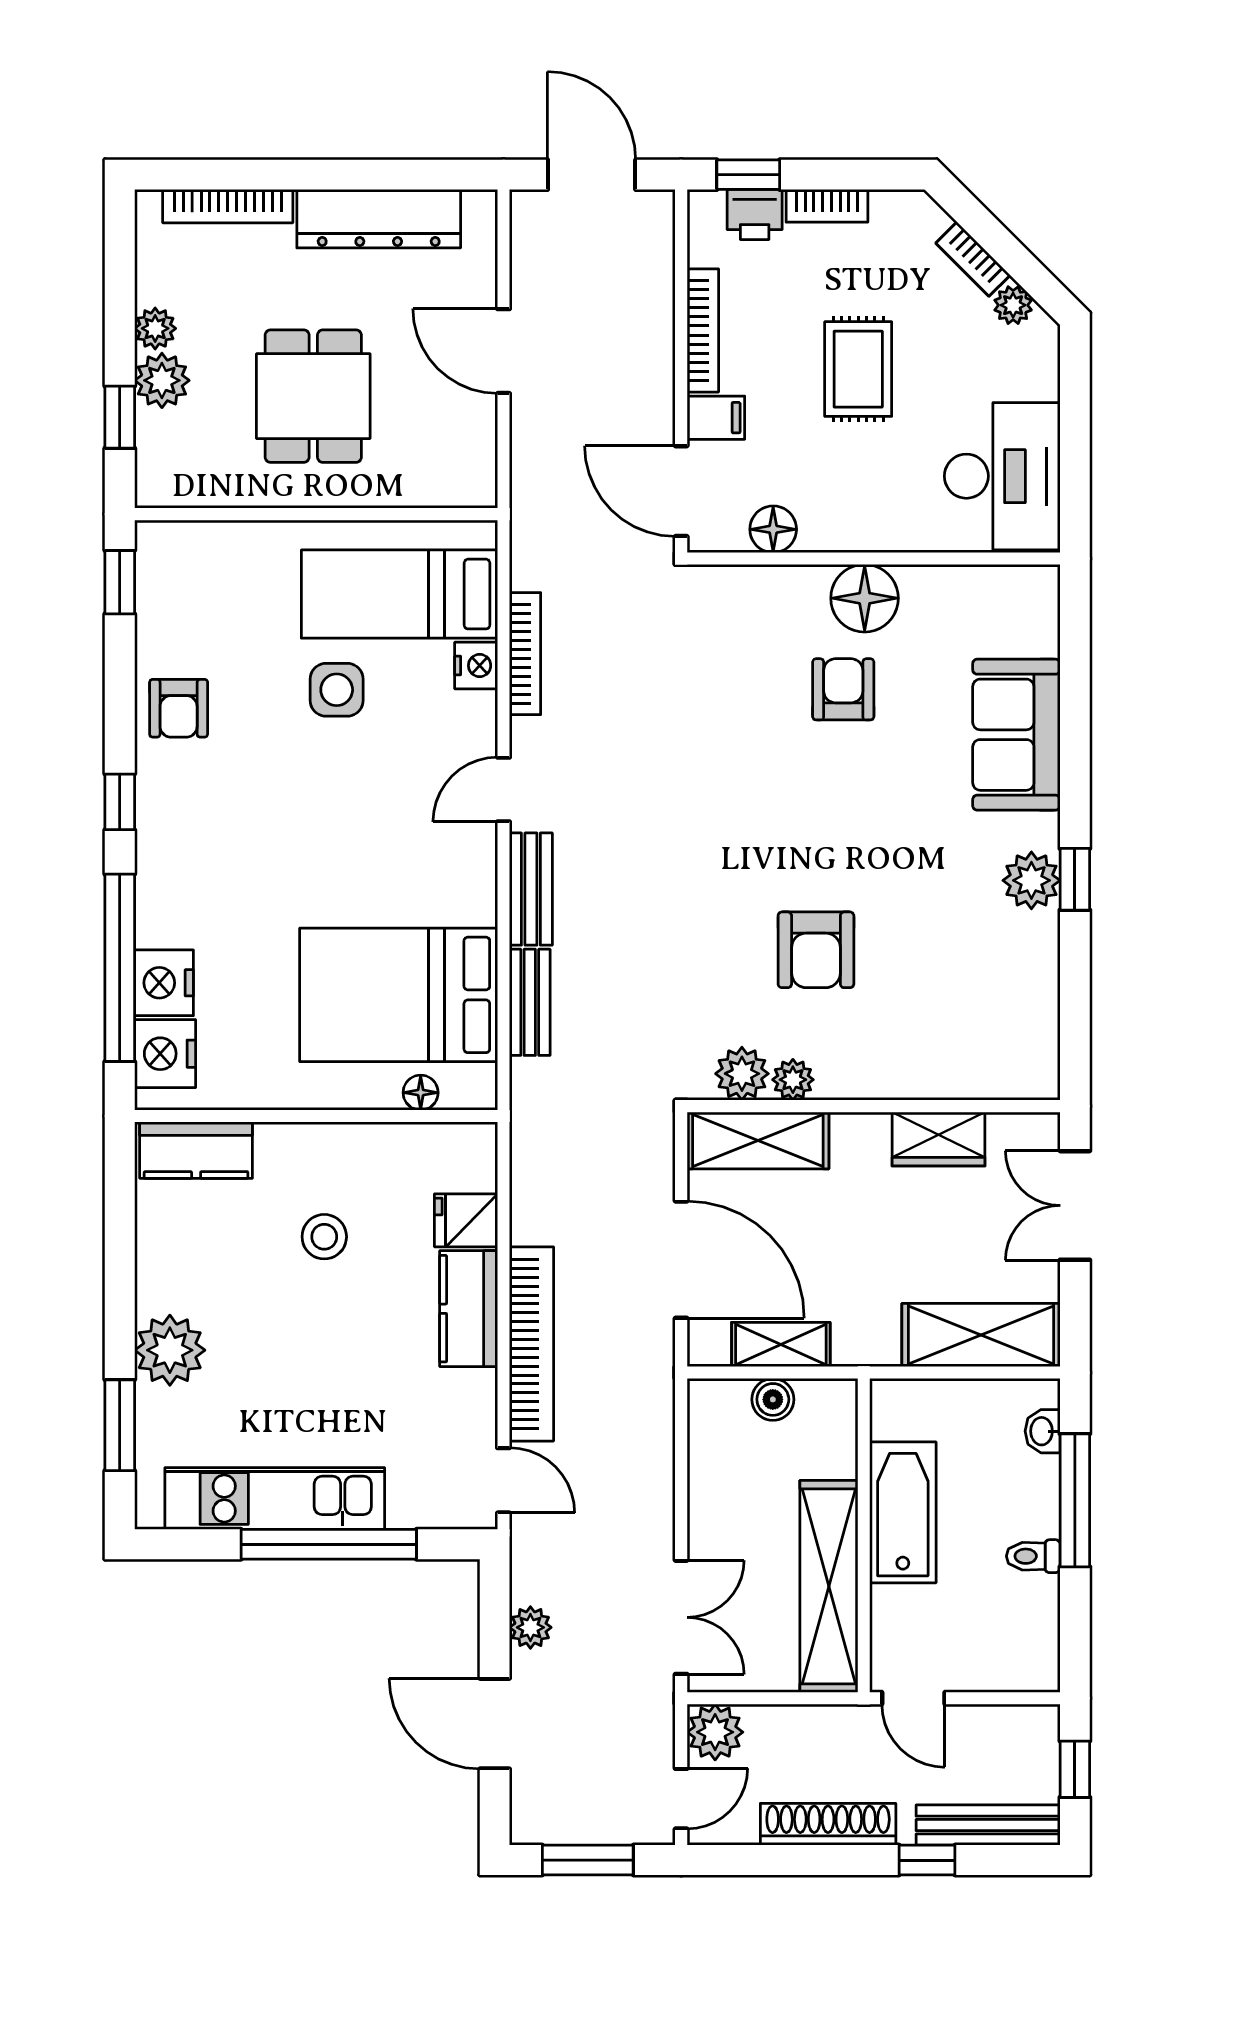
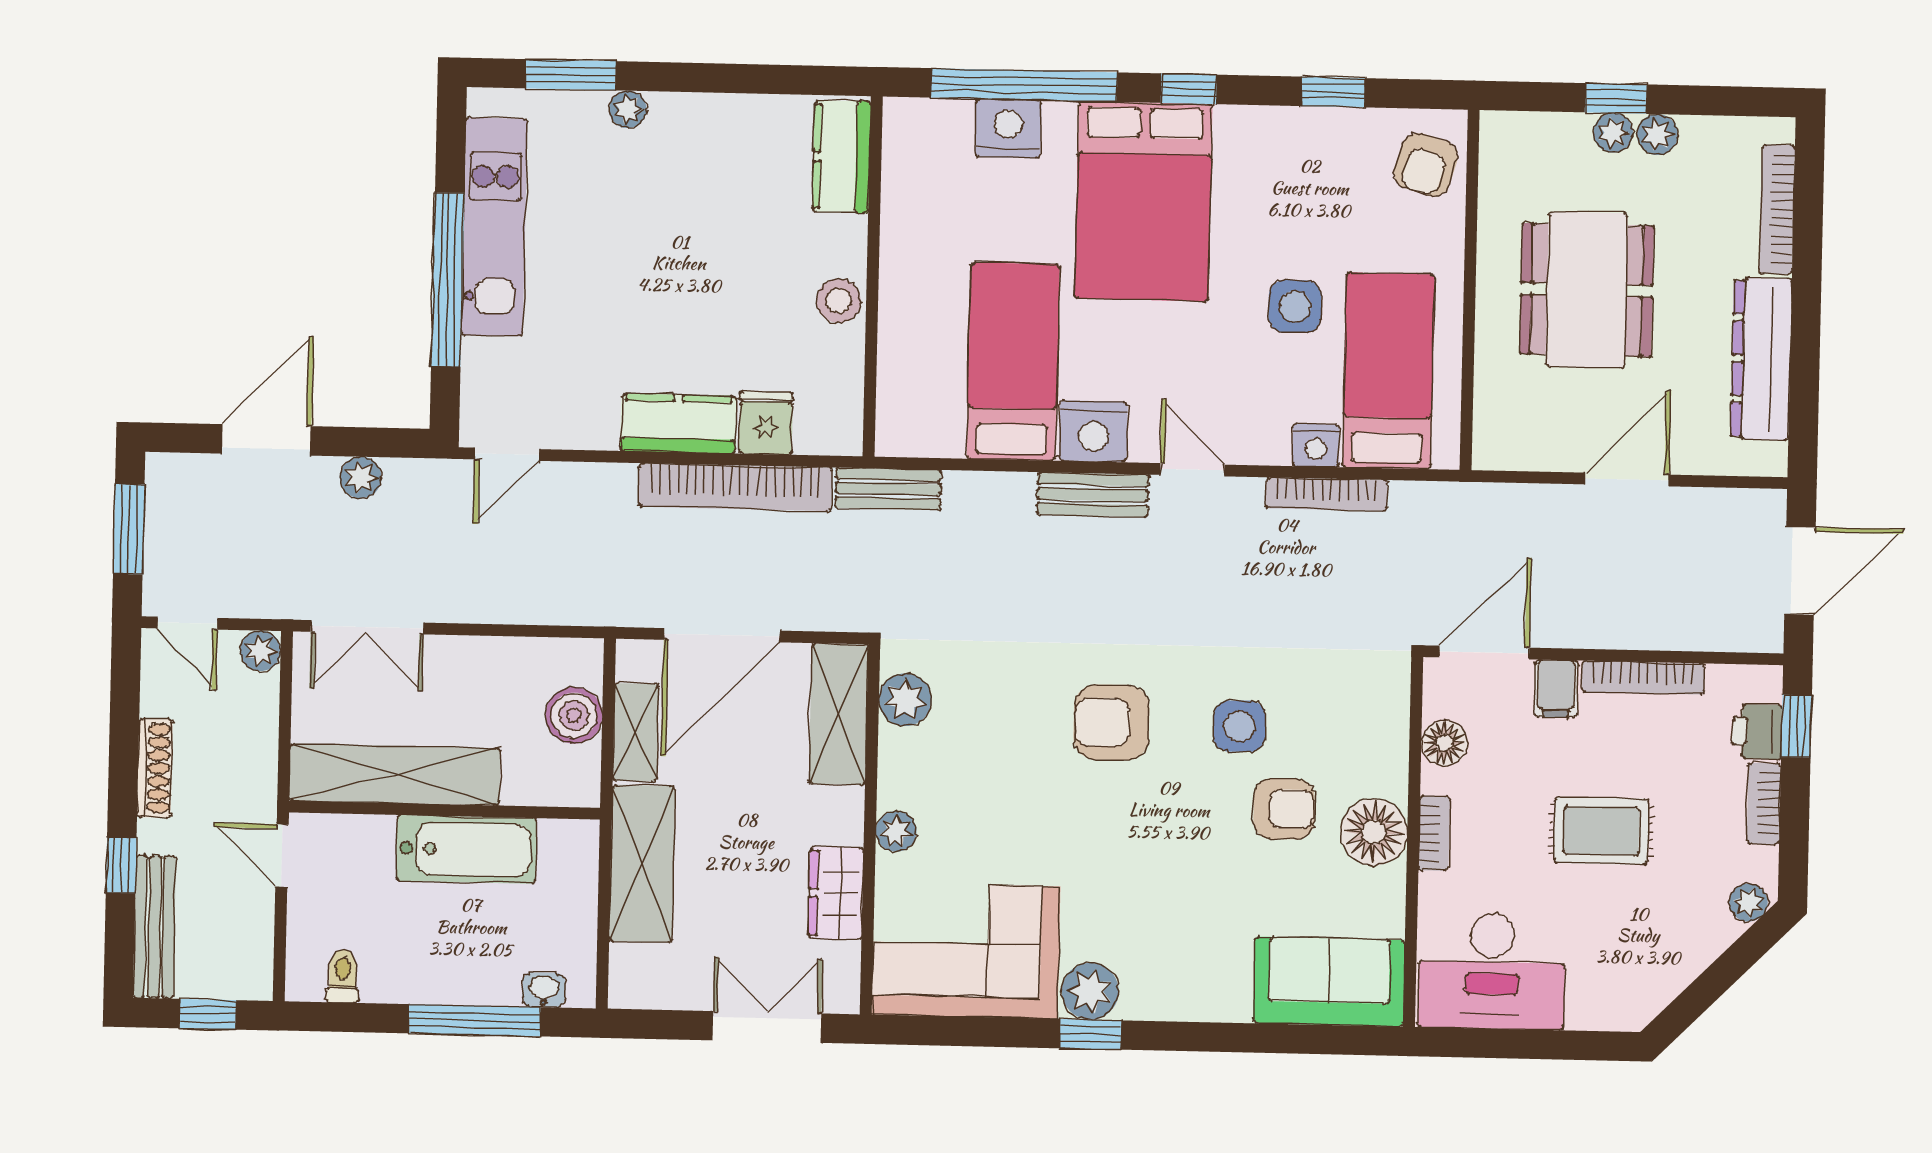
bookcase: (973, 259) -> (1434, 833), moved, turned 135
plant: (1013, 305) -> (1748, 903), moved
plant: (162, 380) -> (1613, 133), width x0.73, depth x0.73
dining table: (313, 396) -> (1587, 290), width x1.38
window: (120, 417) -> (1616, 98), moved
window: (120, 582) -> (1333, 92), moved
armchair: (179, 708) -> (1426, 165), moved, turned -73
sofa: (1016, 735) -> (1329, 982), moved
side table: (761, 736) -> (1239, 726), added
bed: (234, 845) -> (1144, 201), added
armchair: (816, 950) -> (1111, 722), moved
bed: (399, 995) -> (1013, 362), width x0.67
bench: (530, 1002) -> (888, 489), moved
corner sofa: (993, 1007) -> (966, 950), added
nightstand: (165, 1054) -> (1093, 431), moved, turned 180
plant: (793, 1080) -> (896, 831), moved
floor lamp: (421, 1093) -> (894, 381), removed
stool: (324, 1237) -> (839, 301), moved
shelving: (981, 1335) -> (642, 864), moved
bookcase: (532, 1344) -> (735, 487), moved
plant: (170, 1350) -> (628, 109), width x0.53, depth x0.53
boiler: (773, 1399) -> (574, 715), width x1.36, depth x1.36
toilet: (1033, 1556) -> (343, 976), moved
door: (913, 1698) -> (282, 856), hinge flipped
plant: (715, 1732) -> (261, 651), width x0.73, depth x0.73
shoe rack: (828, 1824) -> (155, 768), width x0.74, depth x0.81

